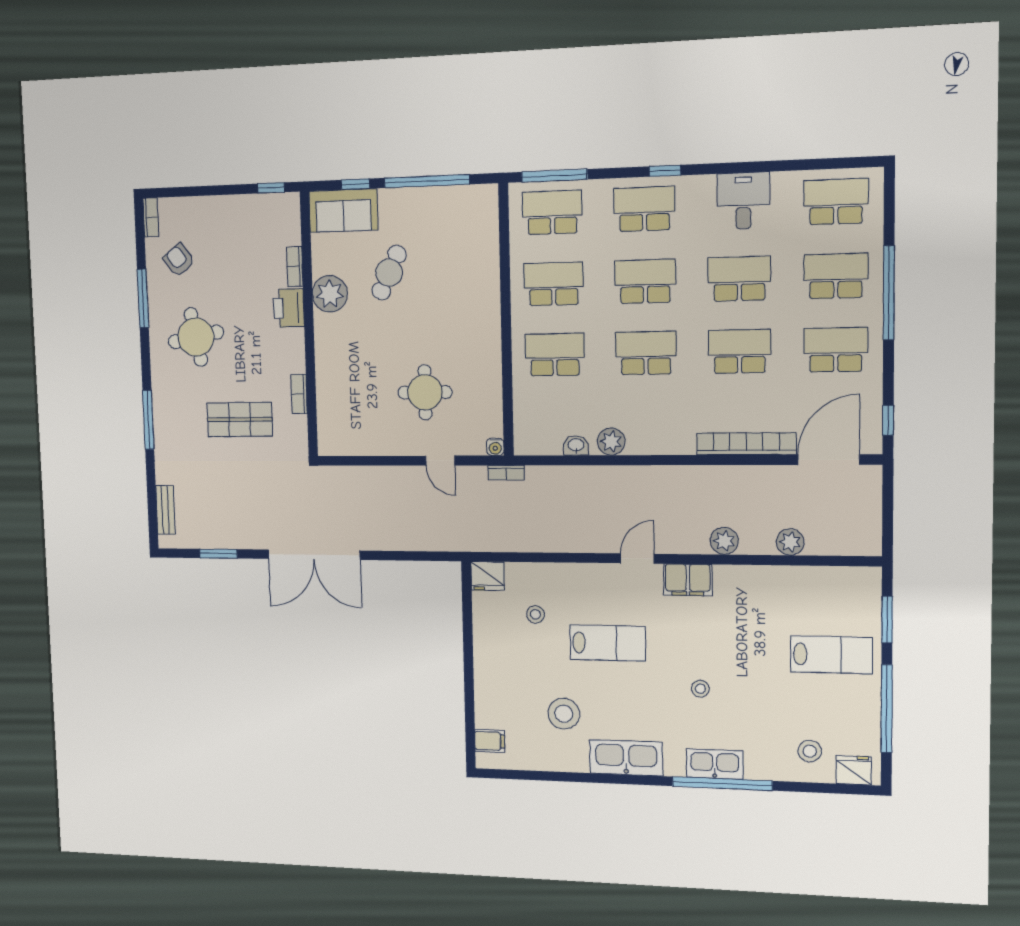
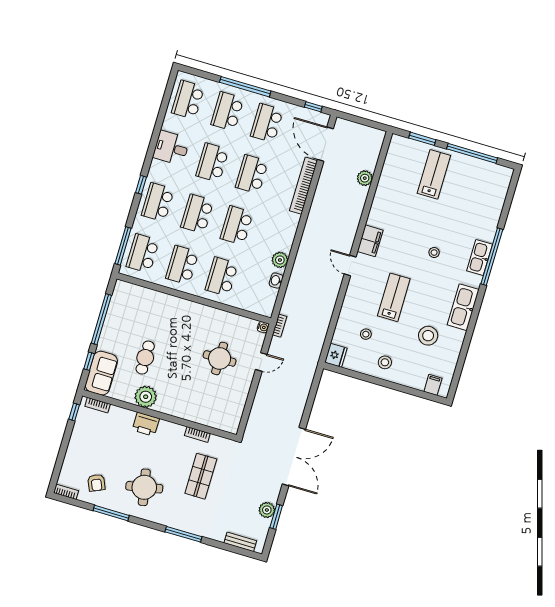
armchair: (179, 260) -> (96, 483), turned -77
bookcase: (295, 267) -> (98, 405), moved
cafe table: (389, 273) -> (145, 358), turned 64
plant: (724, 541) -> (267, 510), moved
stool: (810, 751) -> (385, 362), moved
fridge: (854, 770) -> (502, 181), removed

